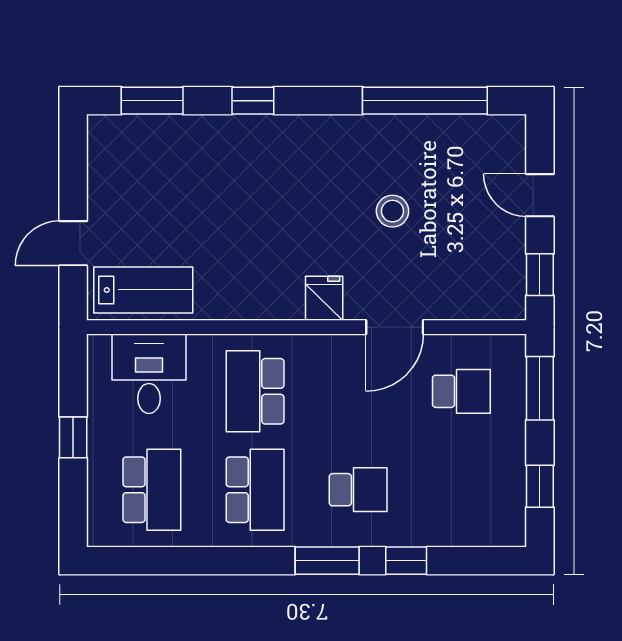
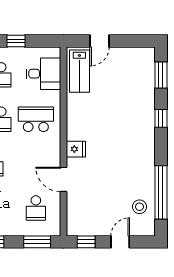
stool: (392, 211) -> (139, 207), moved
door: (73, 243) -> (100, 41), swing flipped

